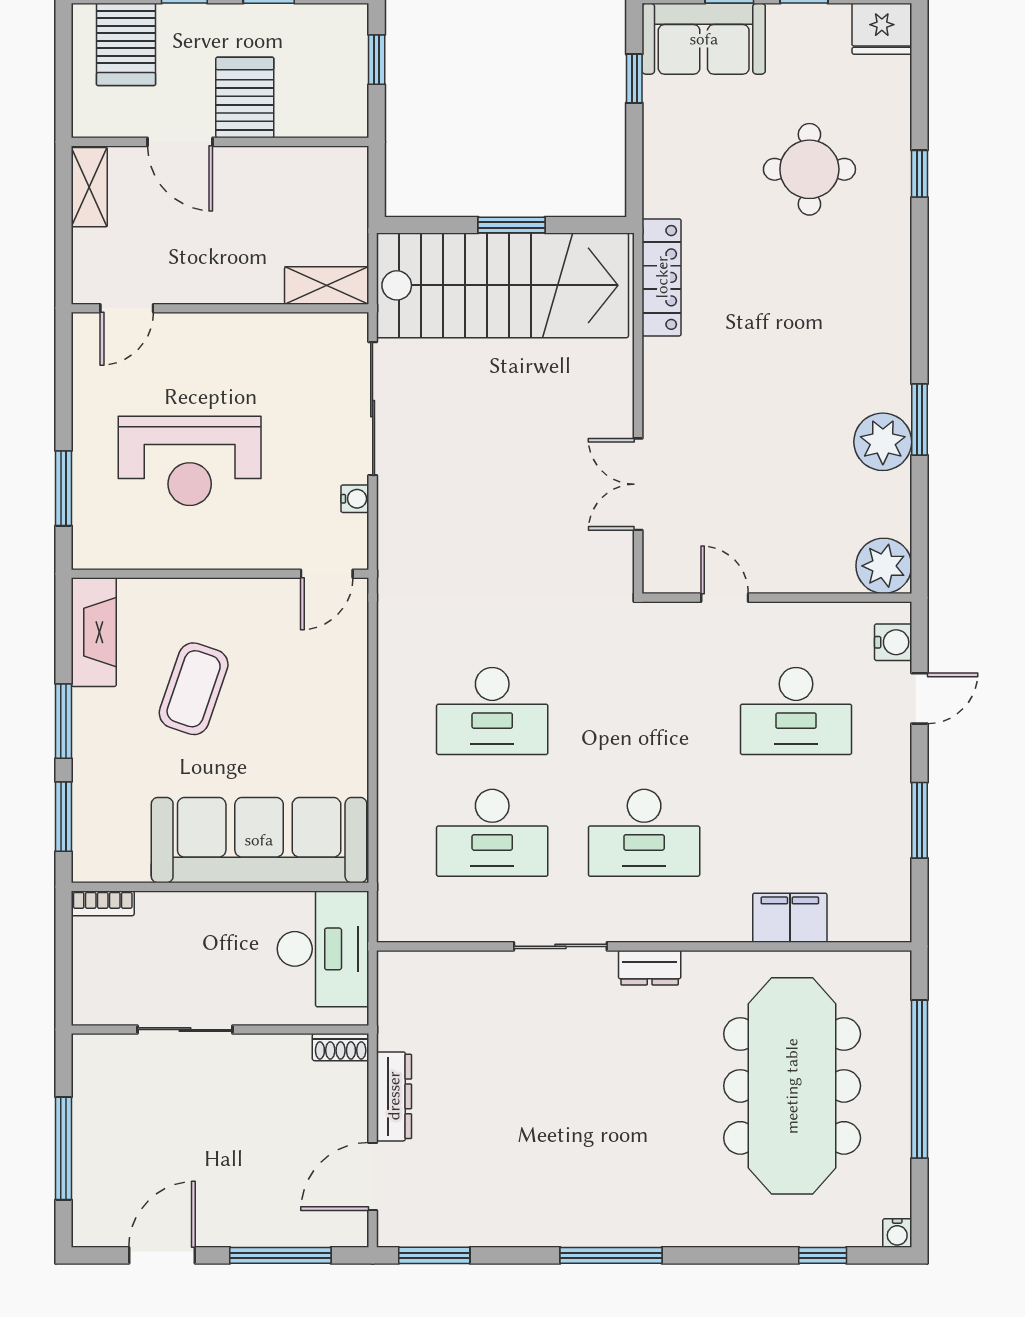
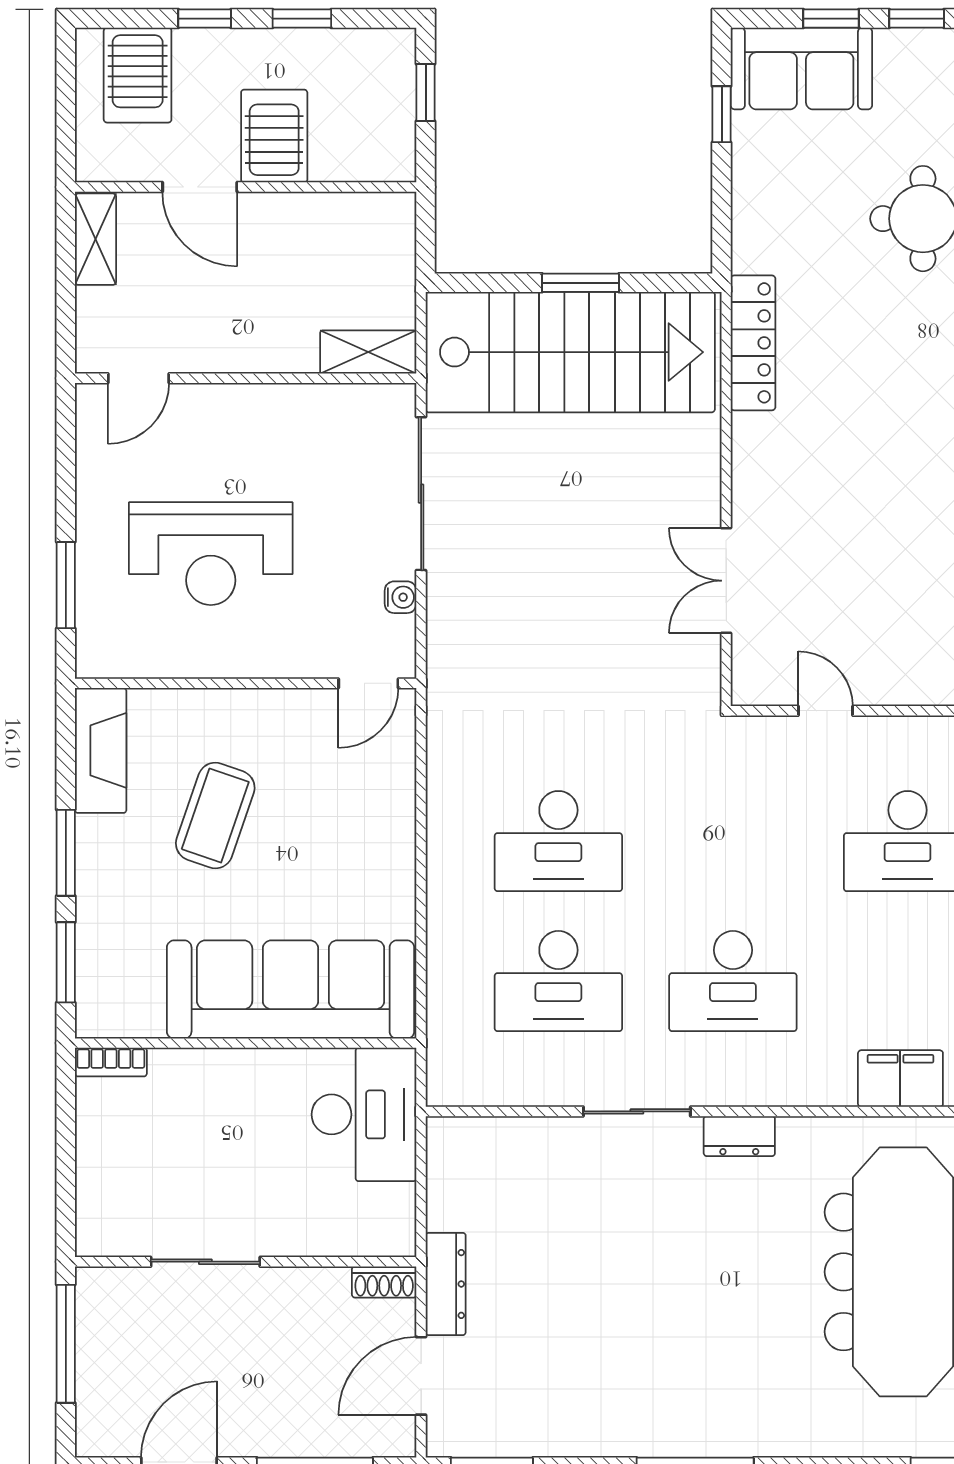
sliding door: (185, 1030) -> (205, 1262), moved
wall: (220, 1030) -> (246, 1262), moved
shoe rack: (341, 1047) -> (384, 1282), moved

